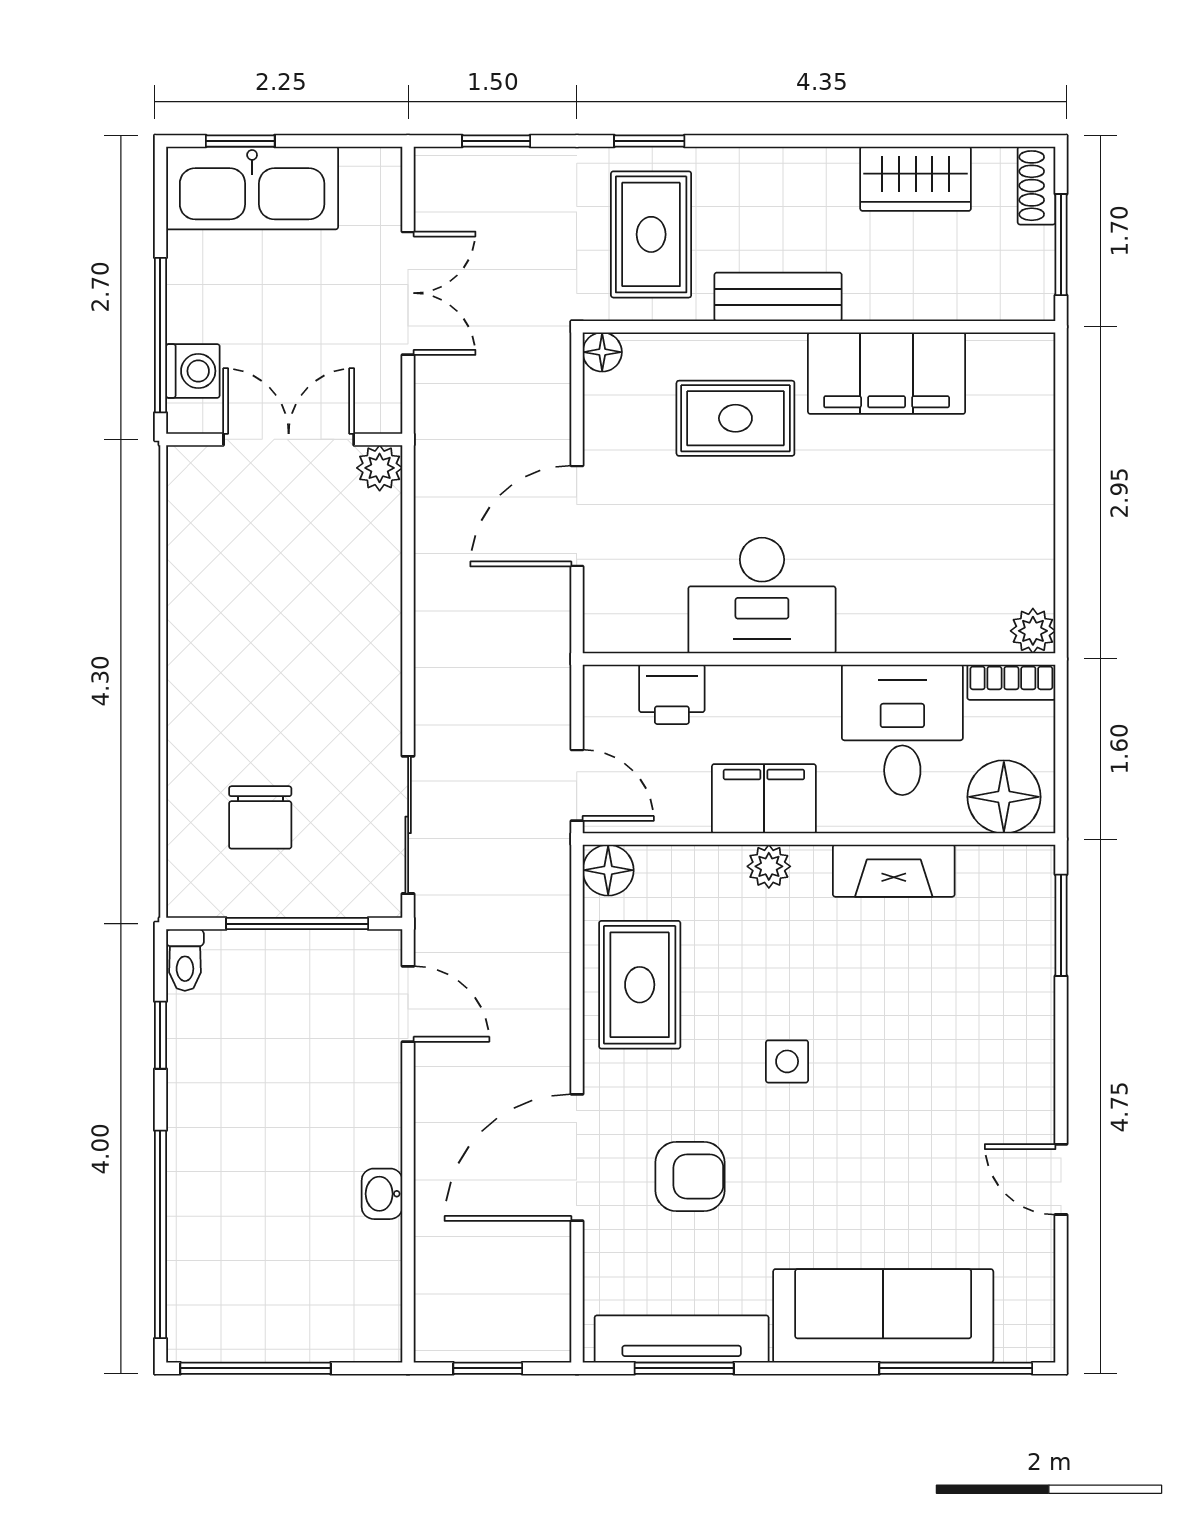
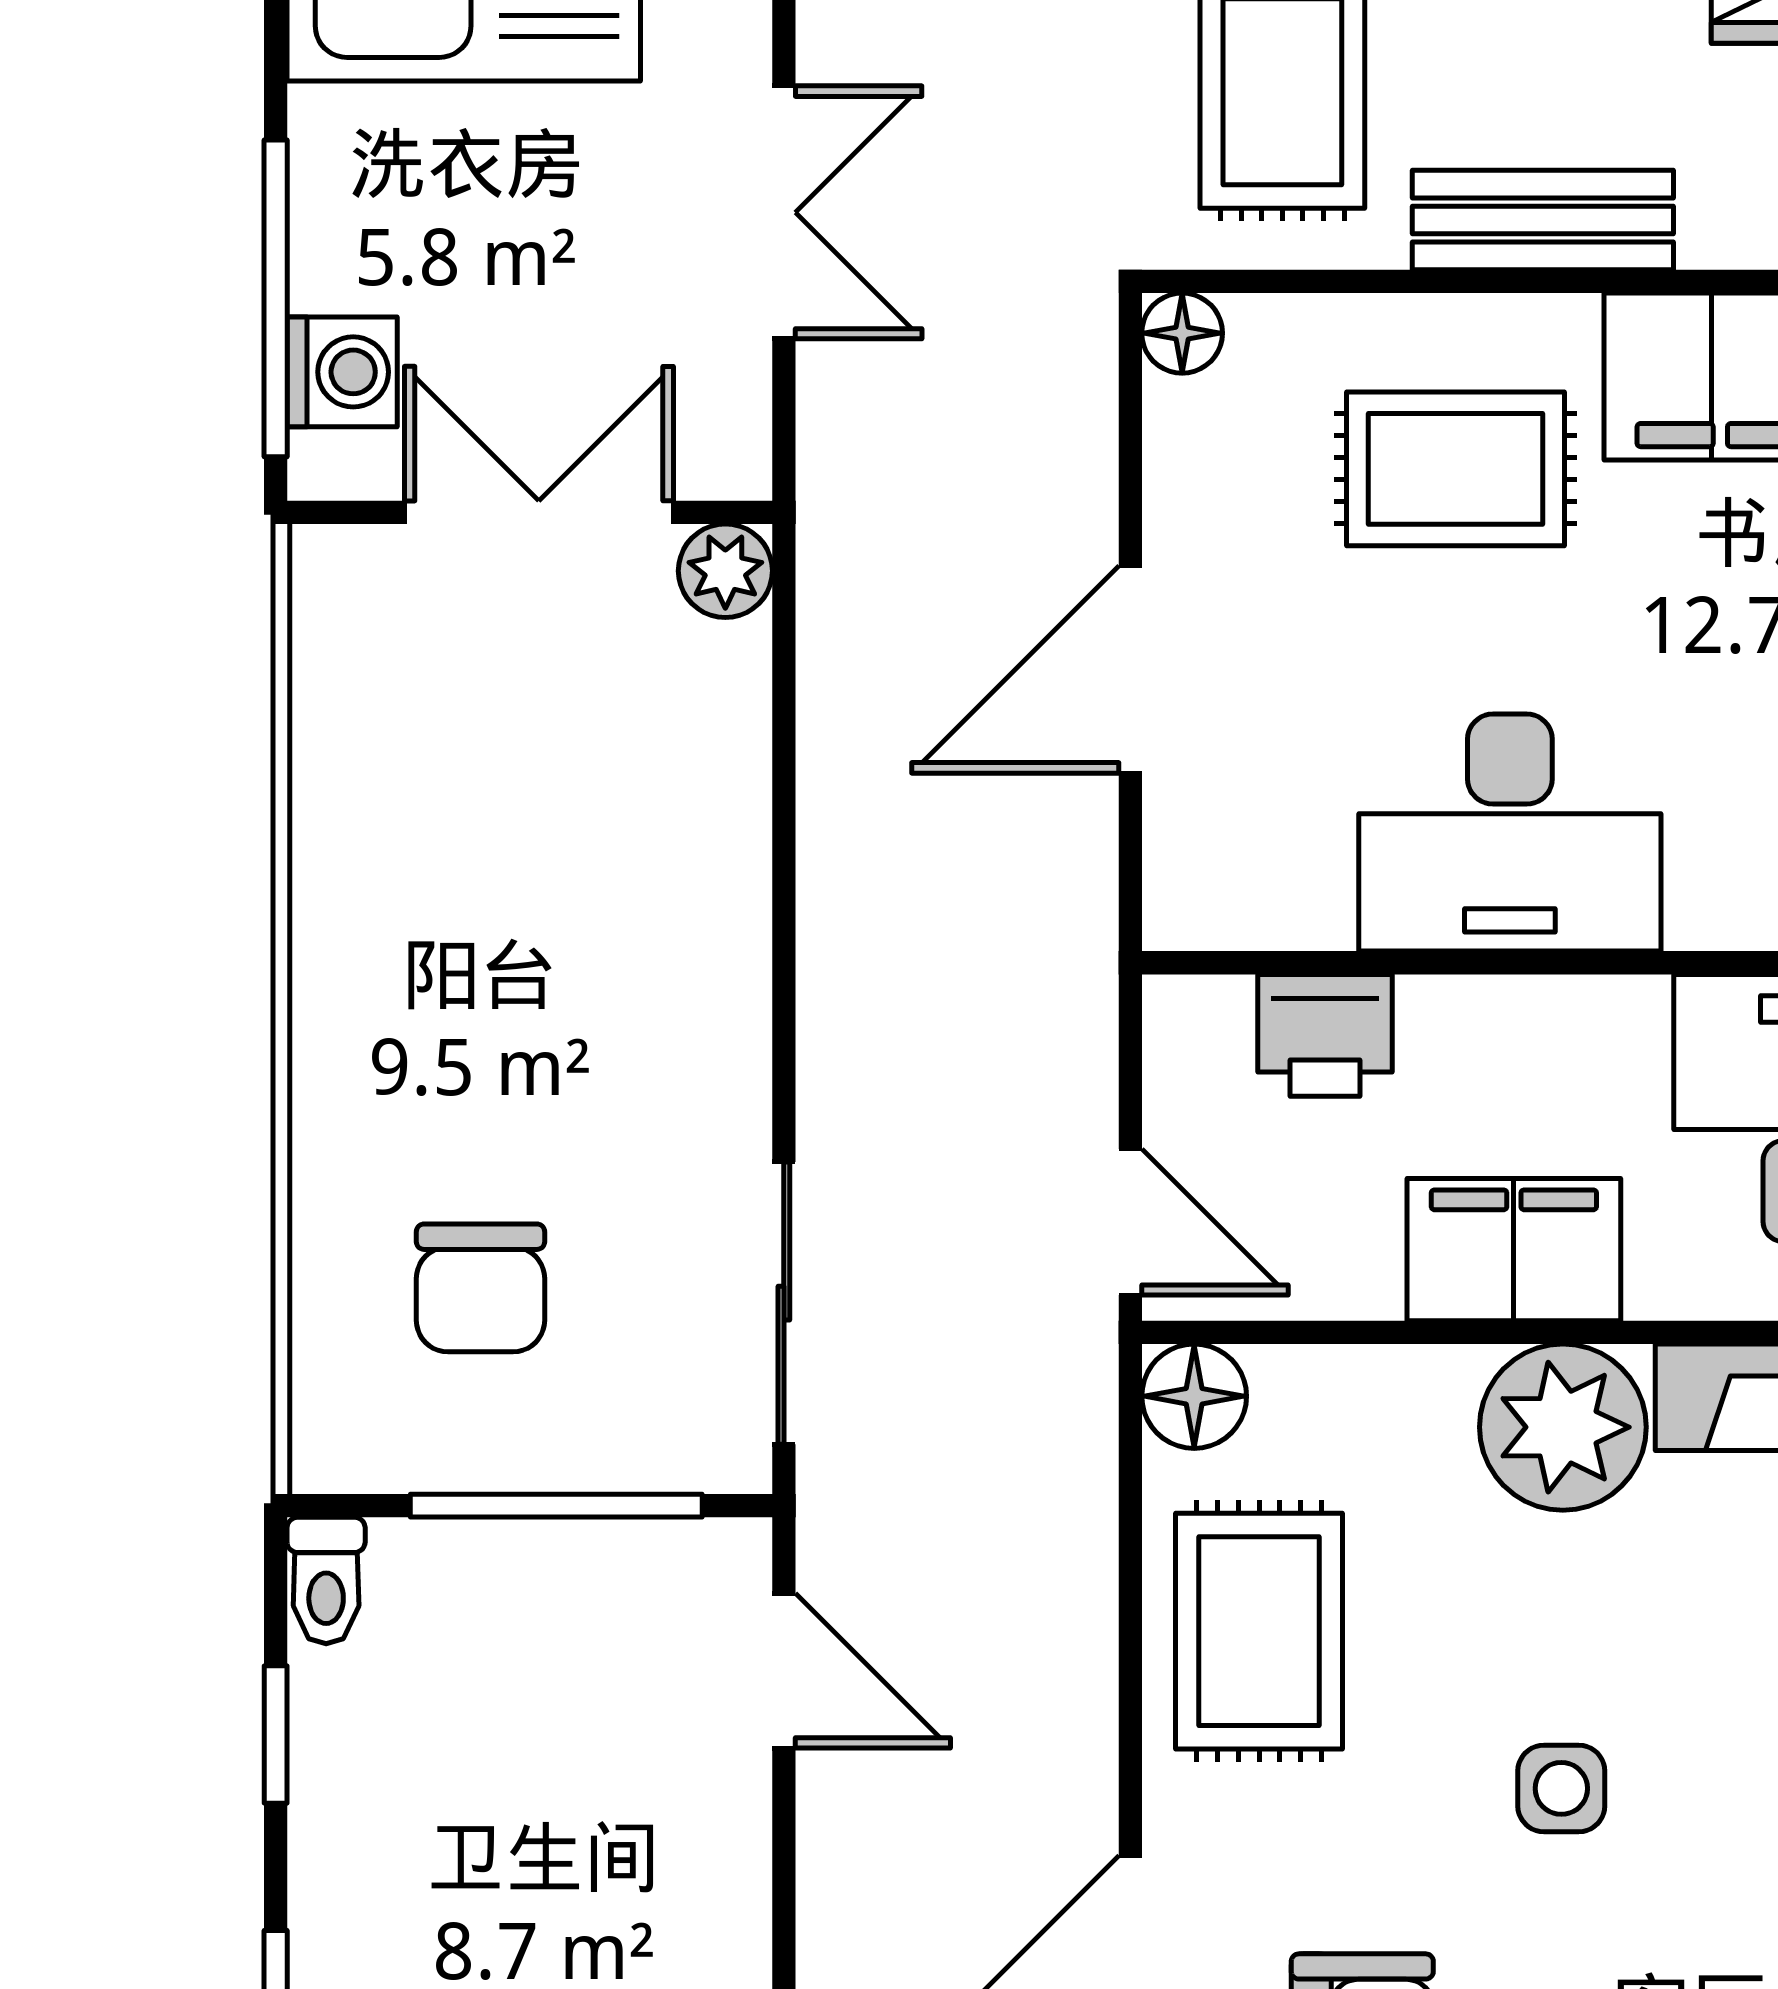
plant: (769, 866) -> (1563, 1427), width x1.88, depth x1.88

